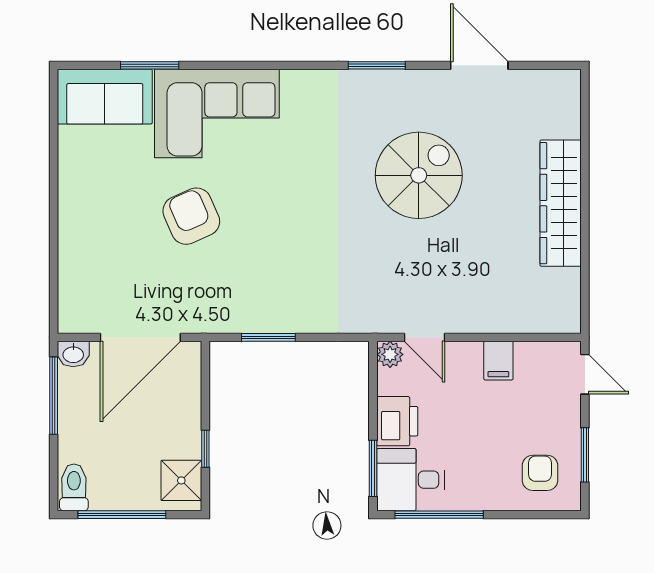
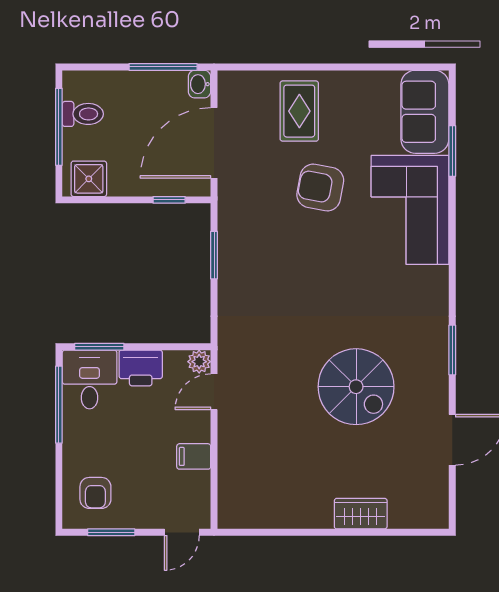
wardrobe: (561, 203) -> (361, 514), width x0.48, depth x0.85
armchair: (191, 216) -> (320, 188), turned -145
rug: (104, 240) -> (299, 111), added
door: (140, 337) -> (214, 143), hinge flipped
window: (205, 449) -> (169, 200), moved
armchair: (540, 473) -> (95, 493), turned 90
toilet: (74, 487) -> (83, 114), moved

